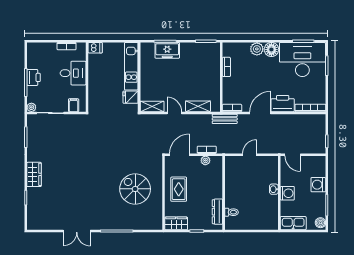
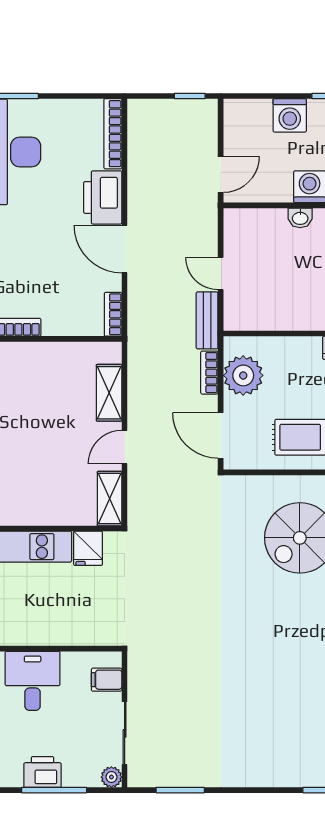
bench: (225, 119) -> (207, 320), moved
plant: (205, 160) -> (243, 375), width x1.88, depth x1.88
wardrobe: (34, 174) -> (266, 771), removed

